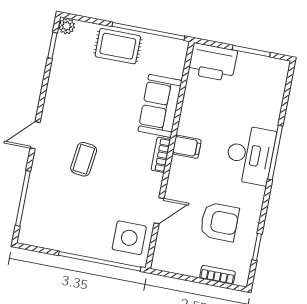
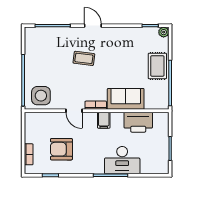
printer: (213, 62) -> (138, 122), moved, turned -90
desk: (250, 155) -> (122, 160), moved
door: (159, 211) -> (74, 111), moved
armchair: (219, 222) -> (61, 149), turned 90

